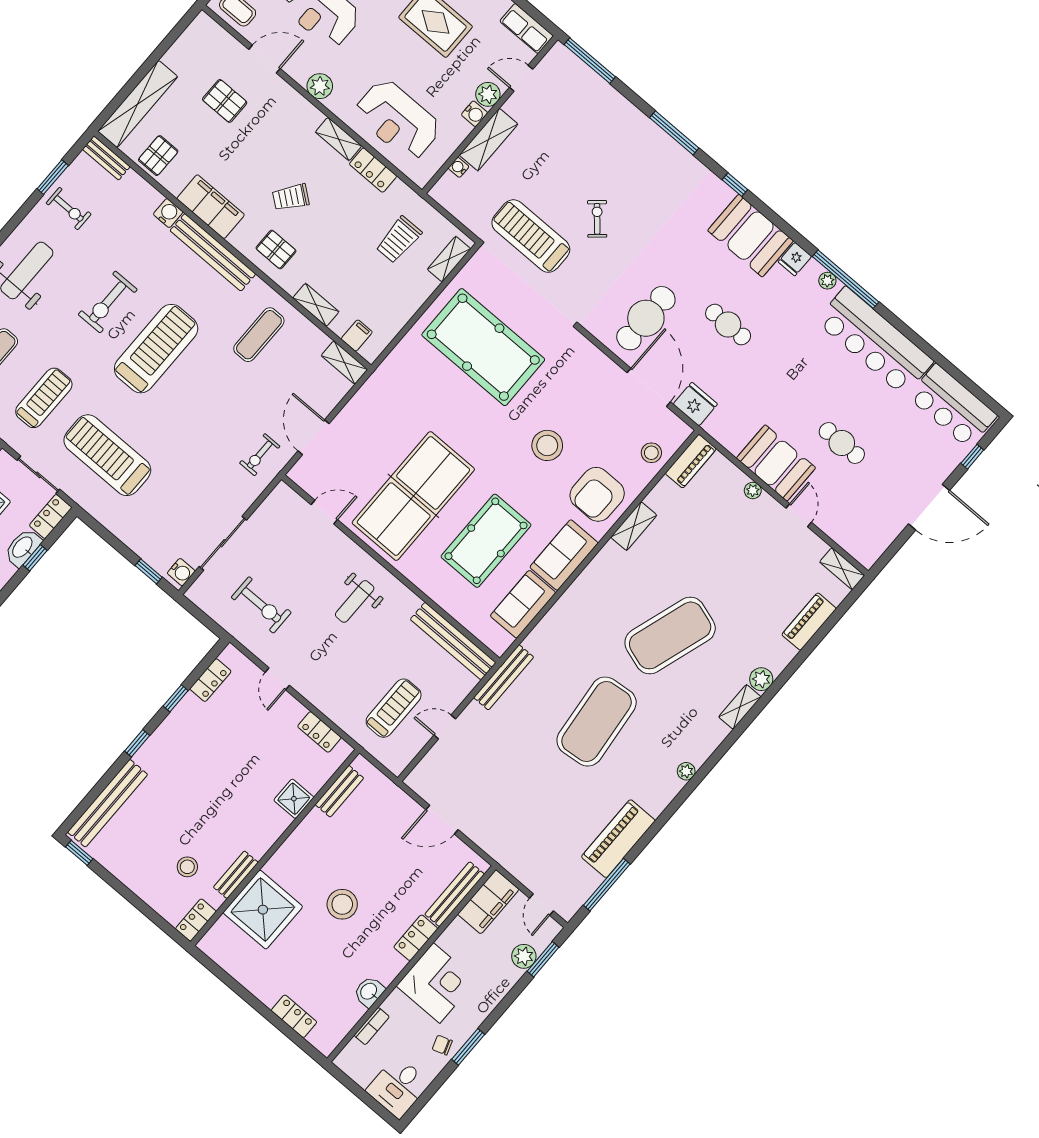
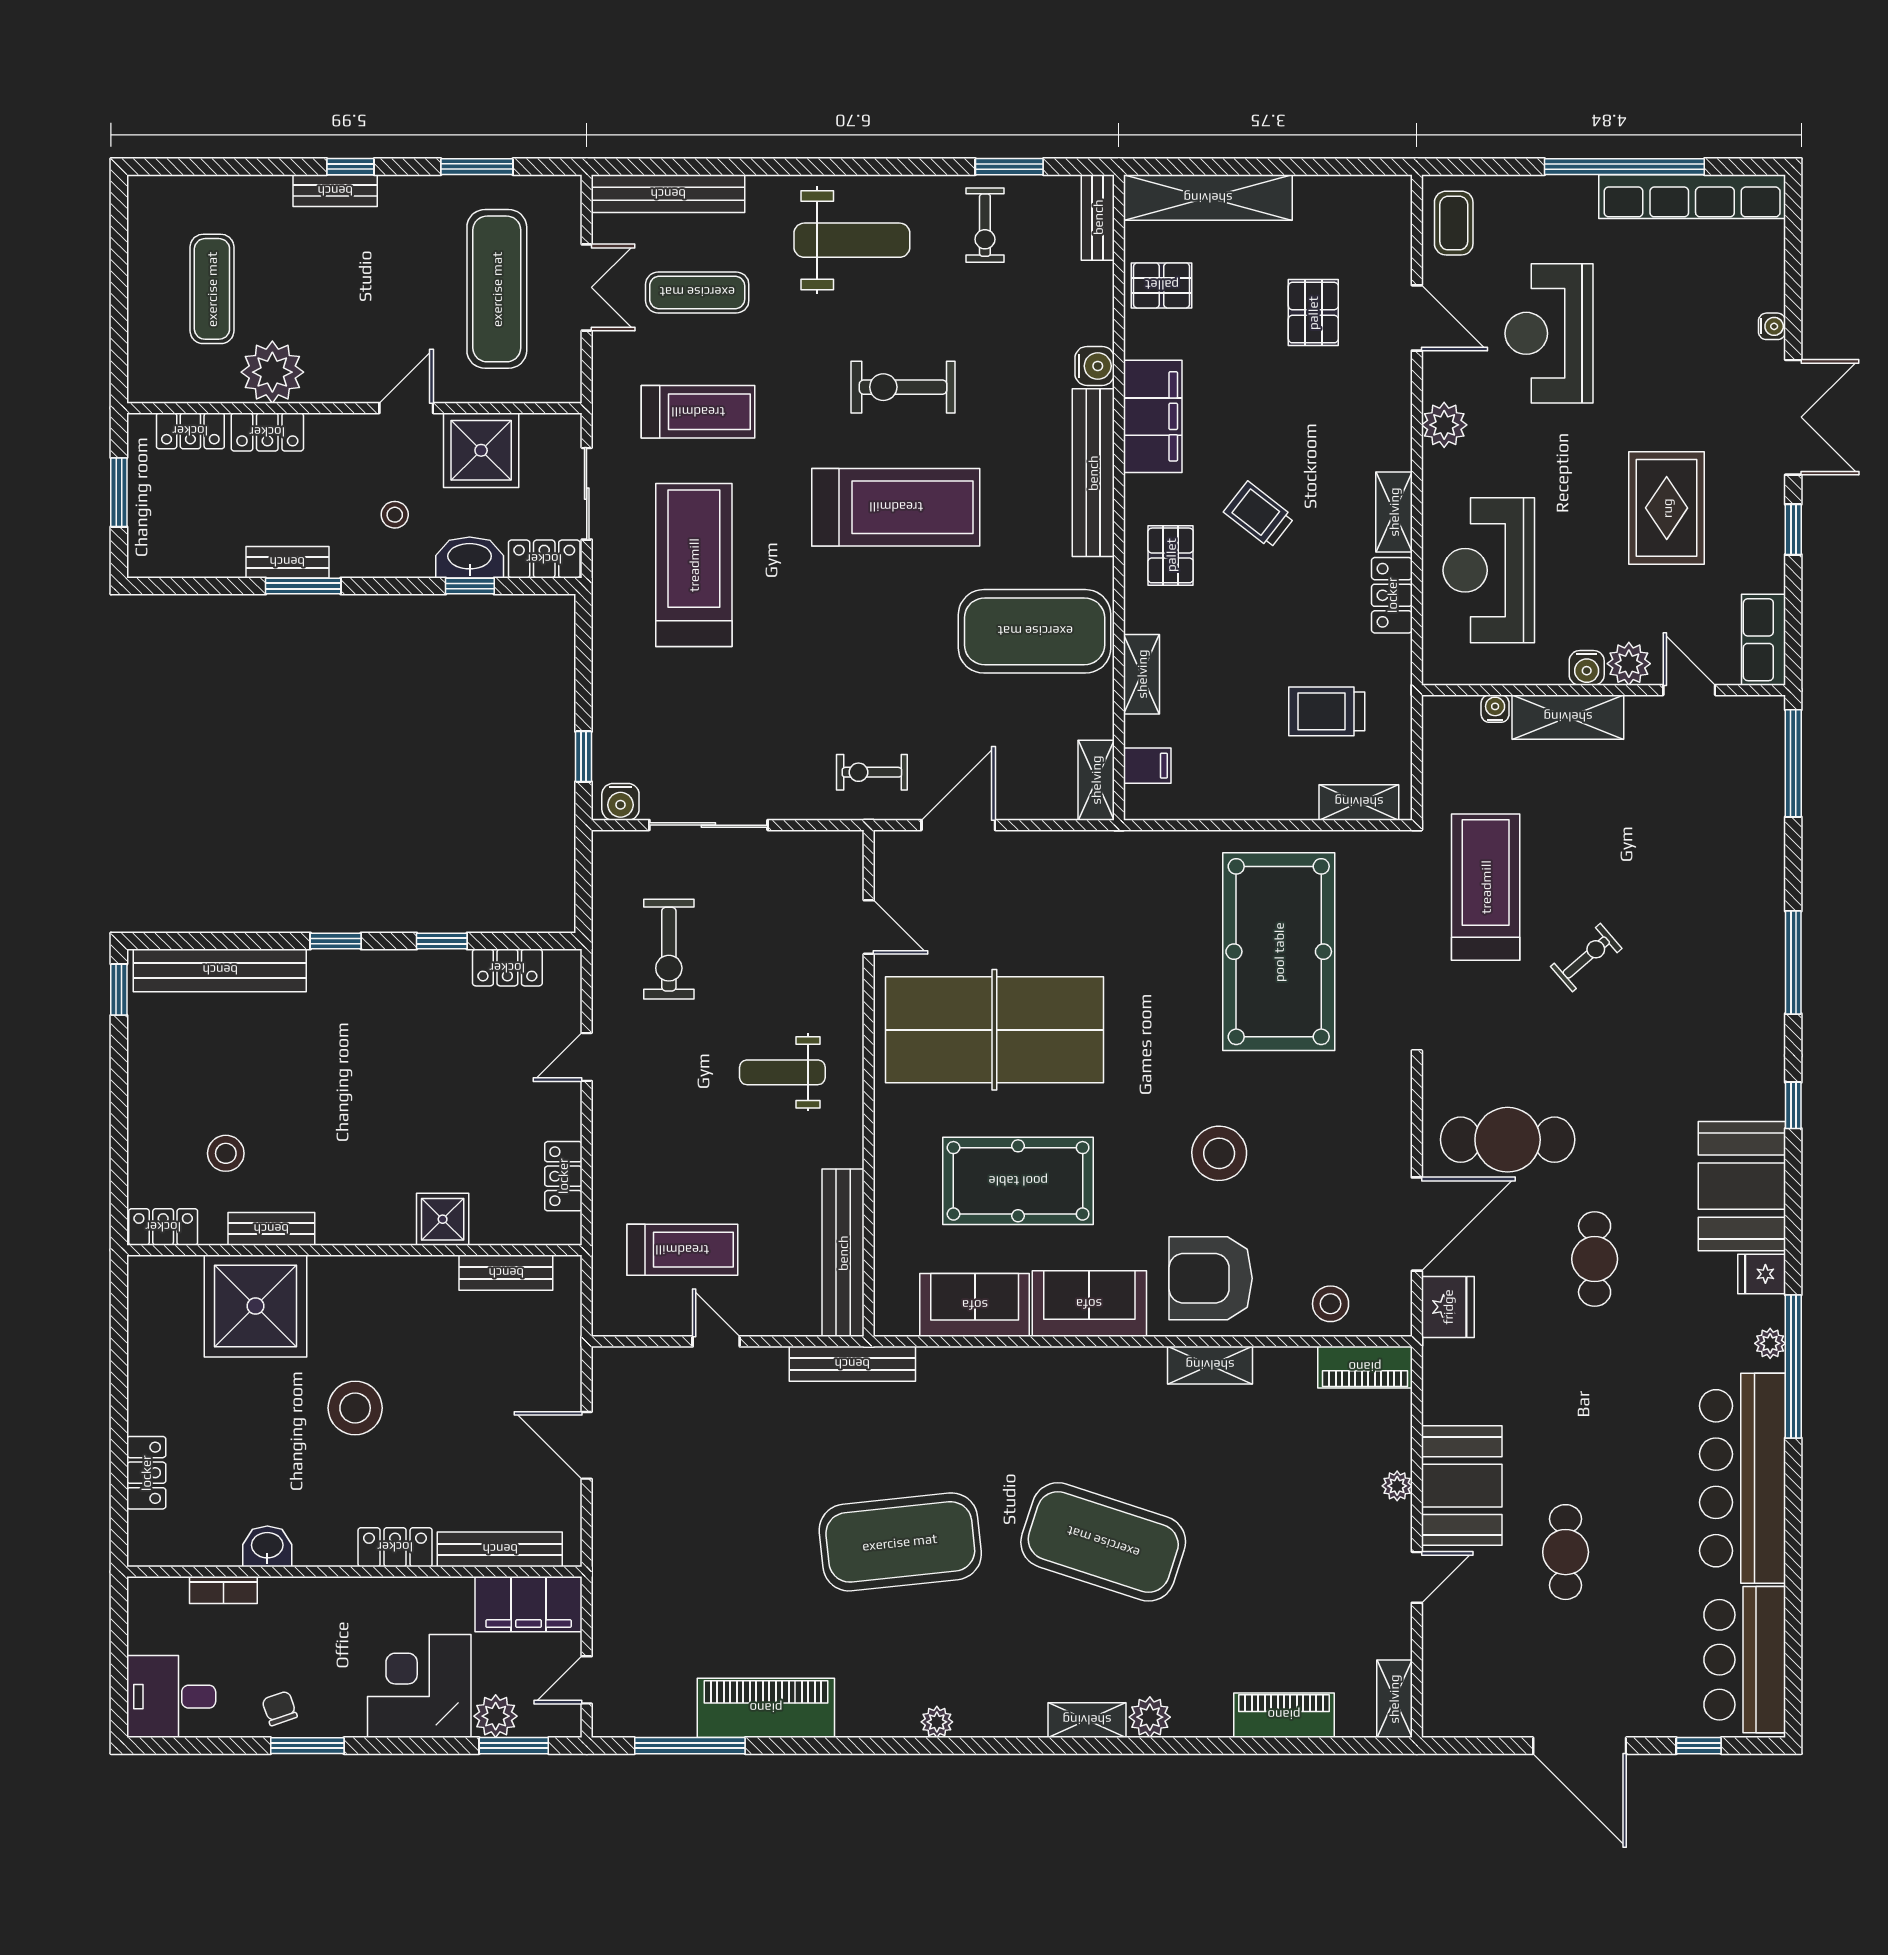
exercise mat: (259, 335) -> (1035, 631), width x2.00, depth x1.45
corner desk: (437, 983) -> (419, 1686), moved, turned 180

